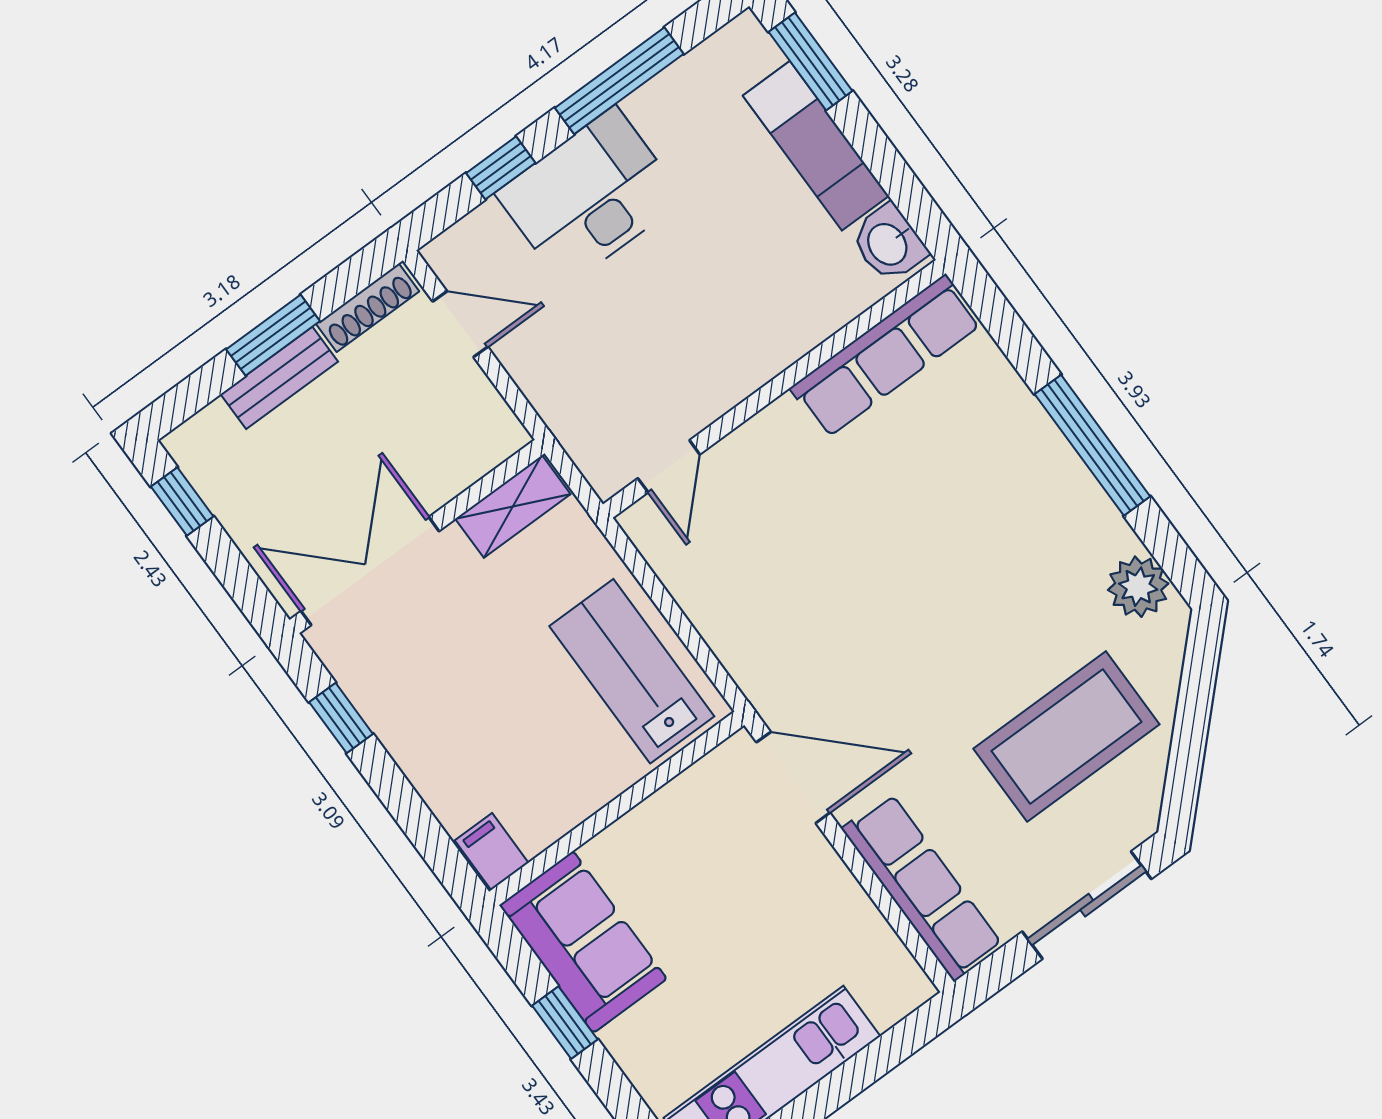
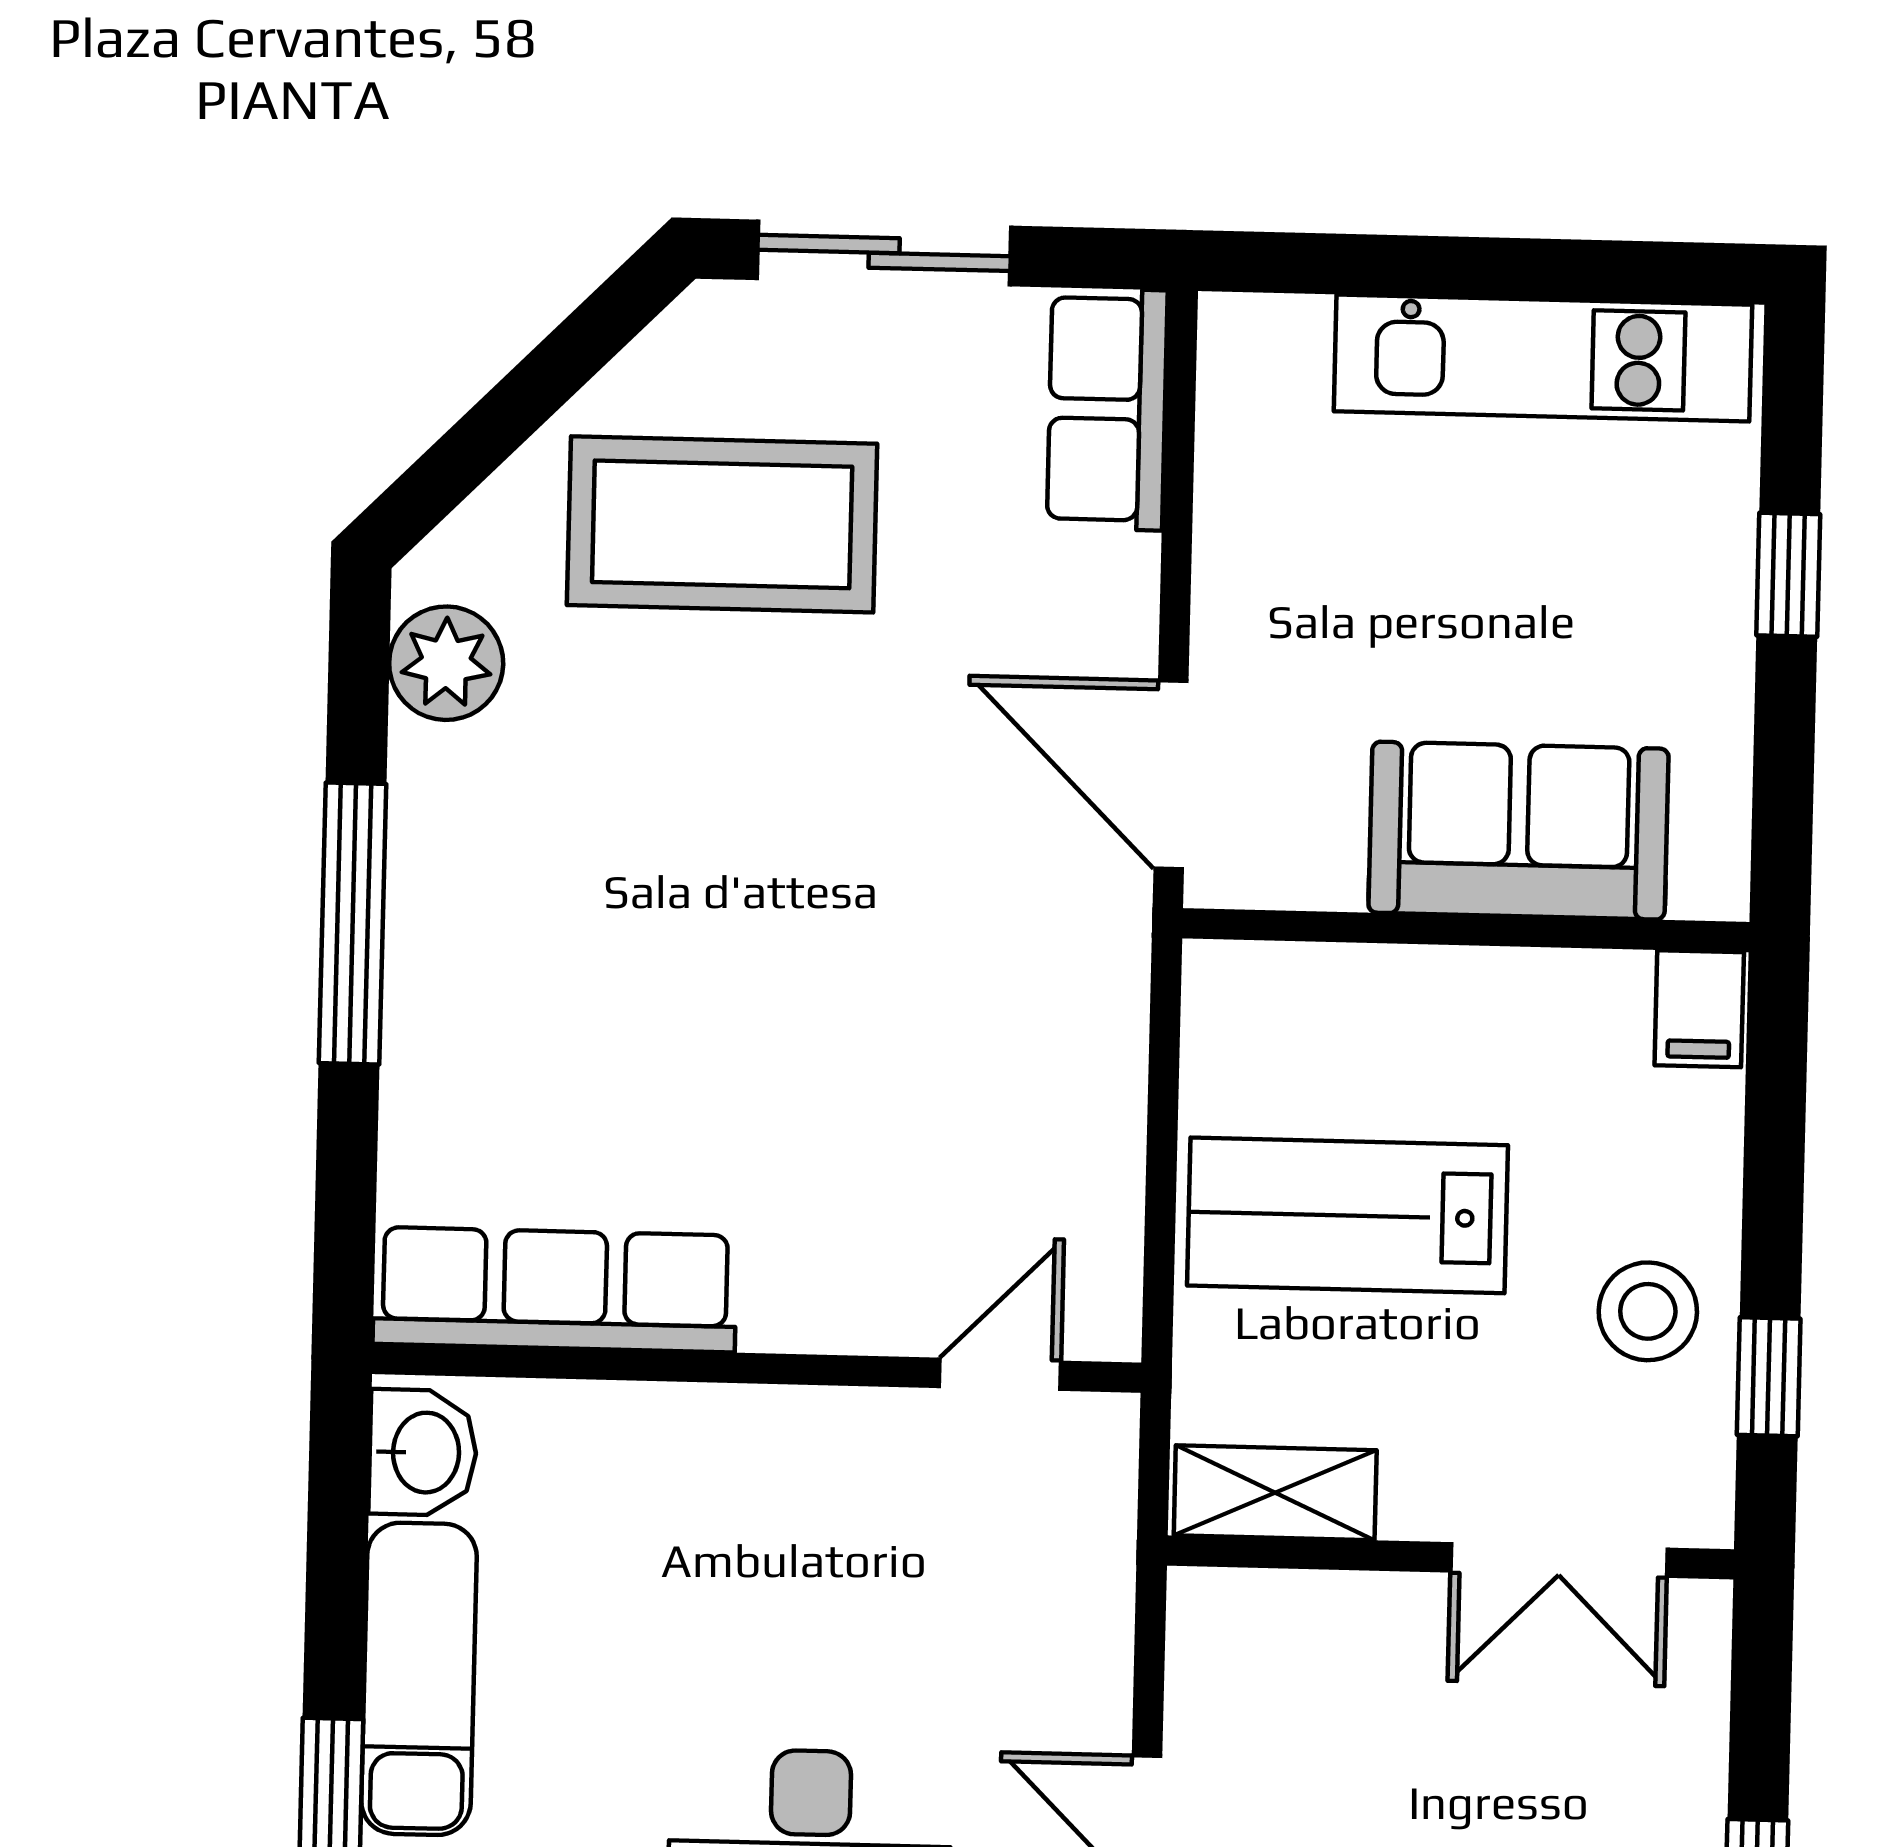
double door: (370, 571) -> (1559, 1560), width x0.73
lab bench: (632, 671) -> (1347, 1215), moved, turned 90
stool: (414, 706) -> (1648, 1311), added
row of seats: (922, 887) -> (1107, 409), width x0.68
sofa: (583, 942) -> (1518, 831), moved, turned 90
window: (565, 1023) -> (1788, 575), moved

